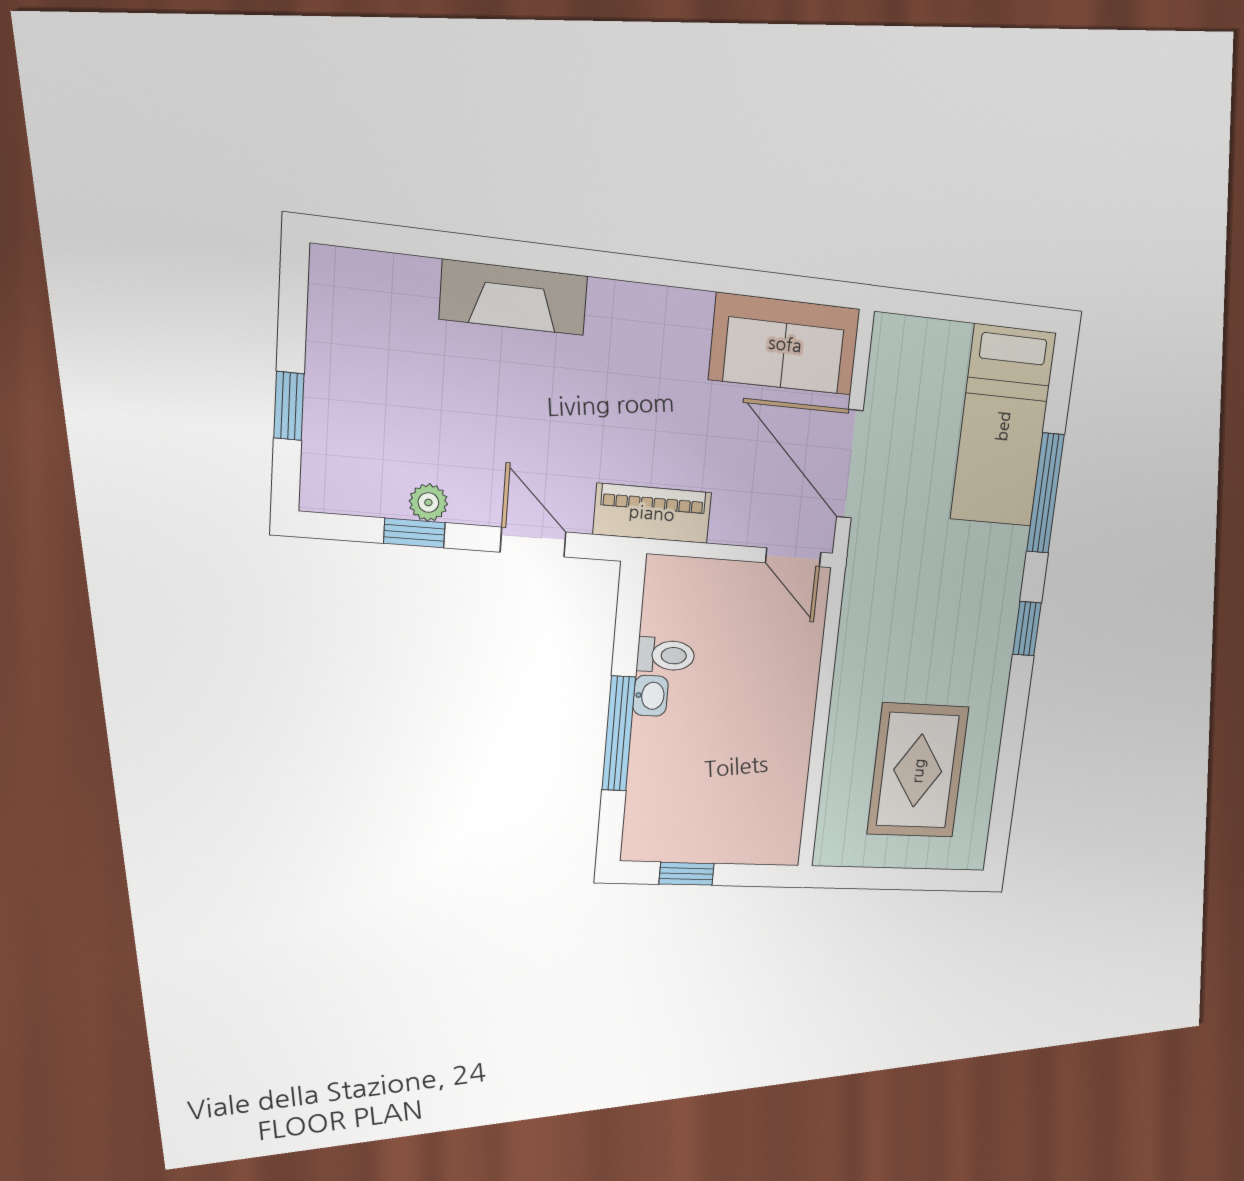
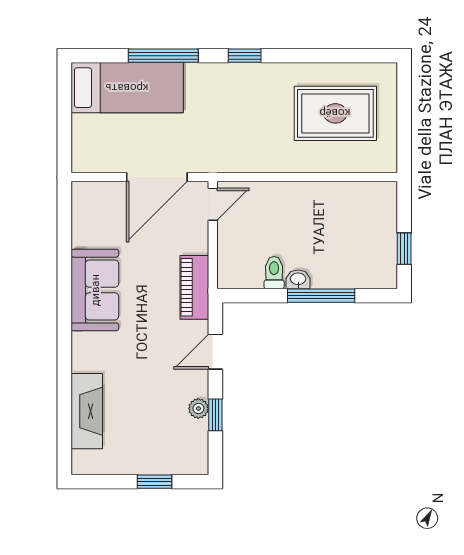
fireplace: (514, 298) -> (87, 411), moved
sofa: (785, 344) -> (95, 290), moved

